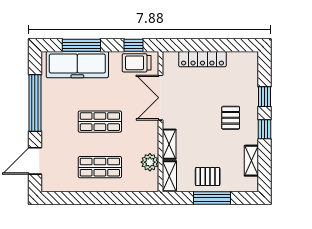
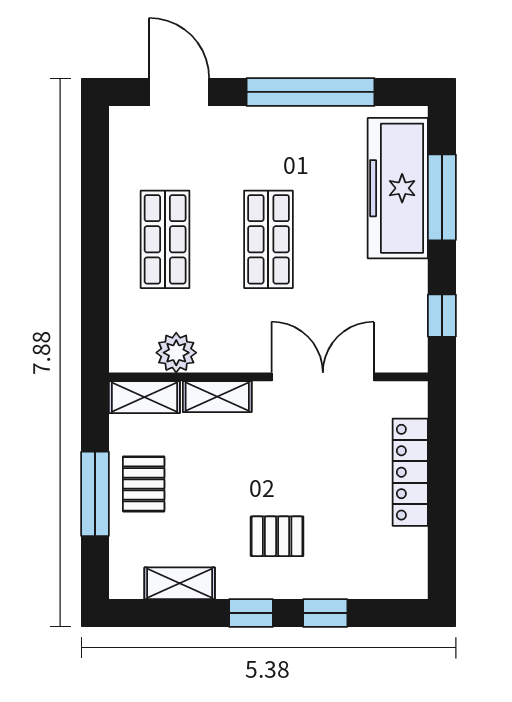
trolley: (137, 63) -> (402, 323), removed

